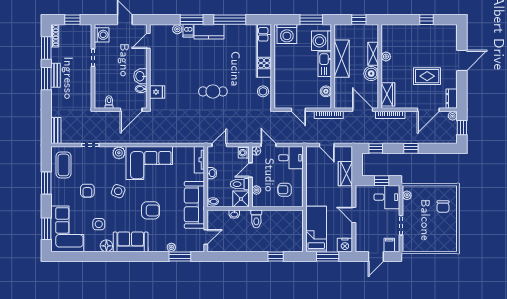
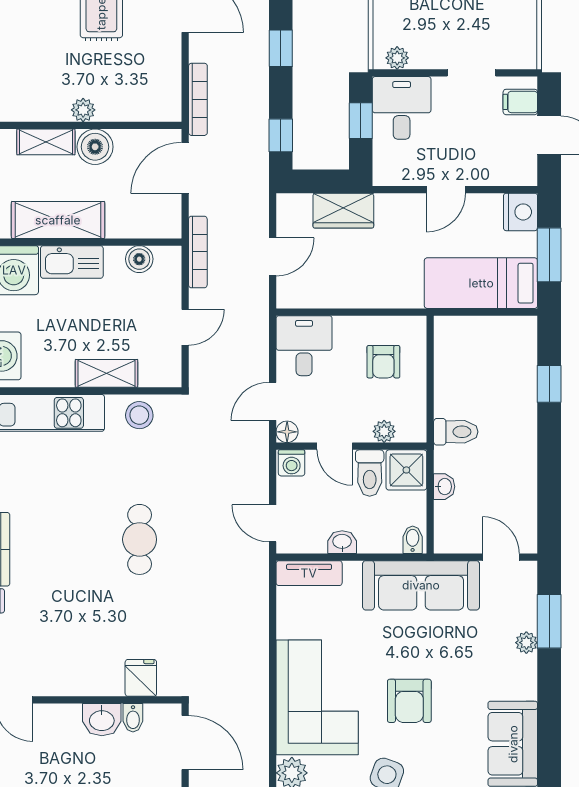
plant: (386, 57) -> (83, 110), moved
shelving: (280, 78) -> (106, 373), added
wardrobe: (388, 94) -> (147, 105), removed
armchair: (151, 210) -> (409, 701), moved, turned 180

